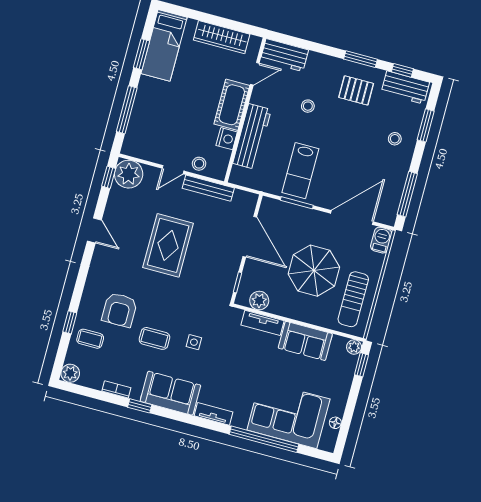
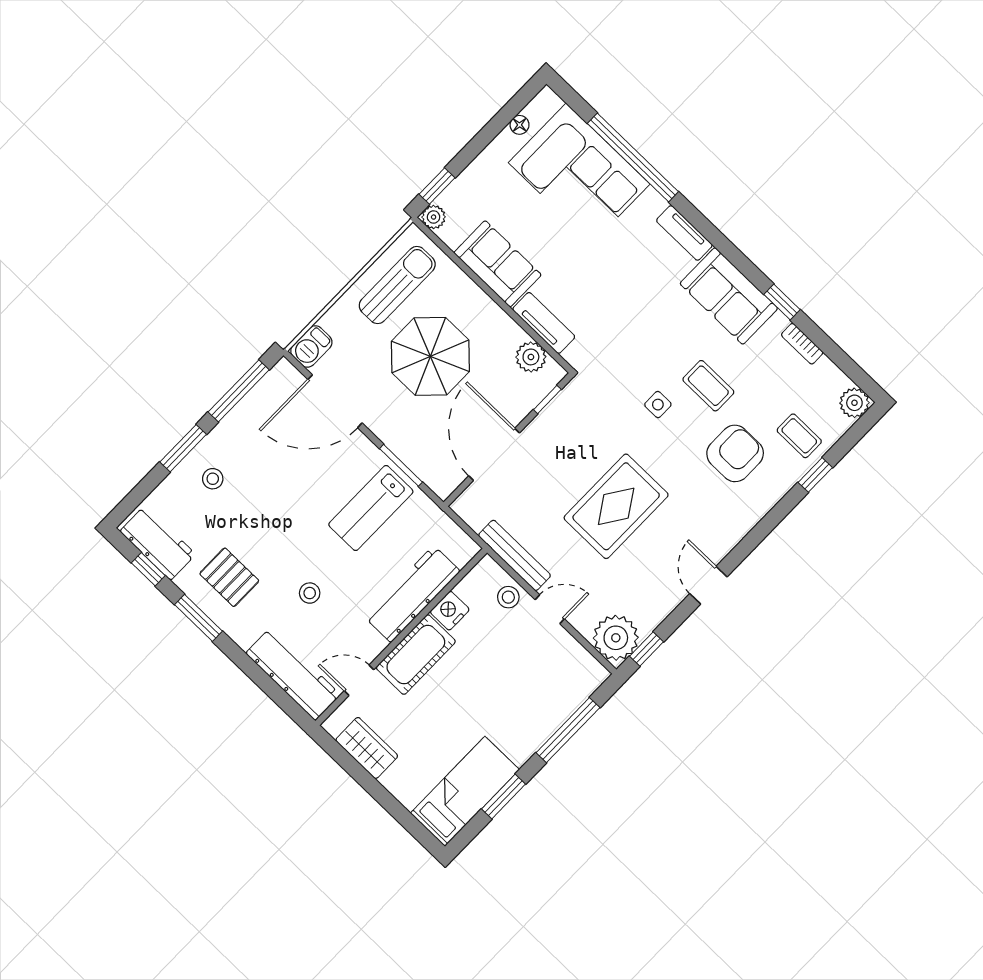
wardrobe: (222, 37) -> (367, 748), width x0.67
workbench: (284, 55) -> (293, 674), width x1.38
window: (426, 125) -> (183, 448), moved
lab bench: (300, 171) -> (371, 508), turned 180
side table: (194, 342) -> (658, 405), moved

